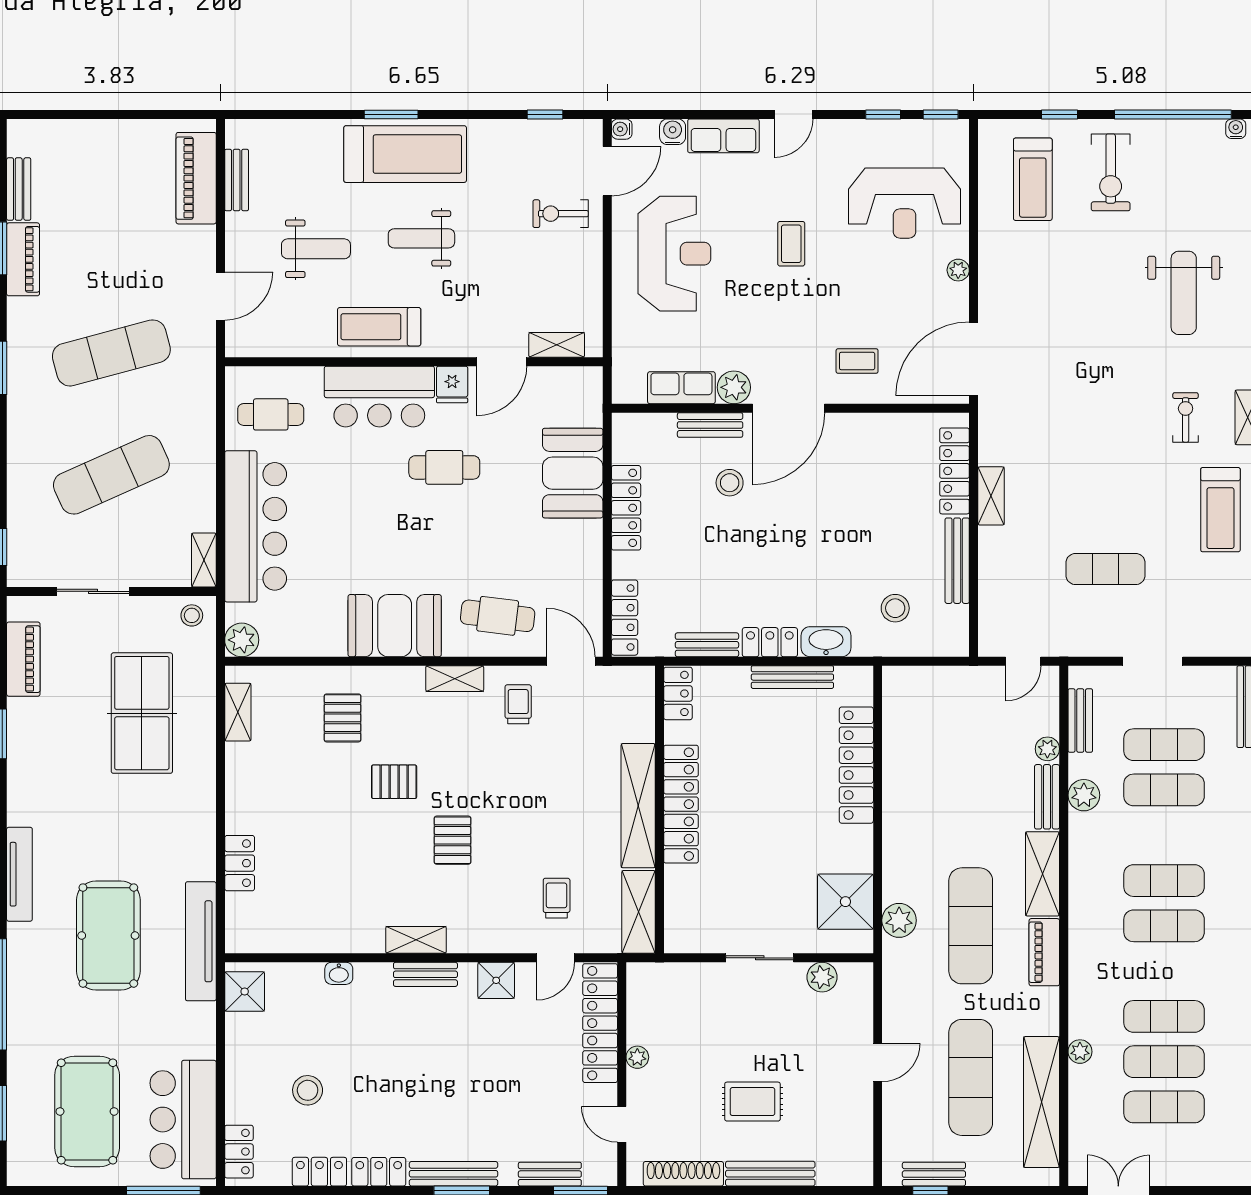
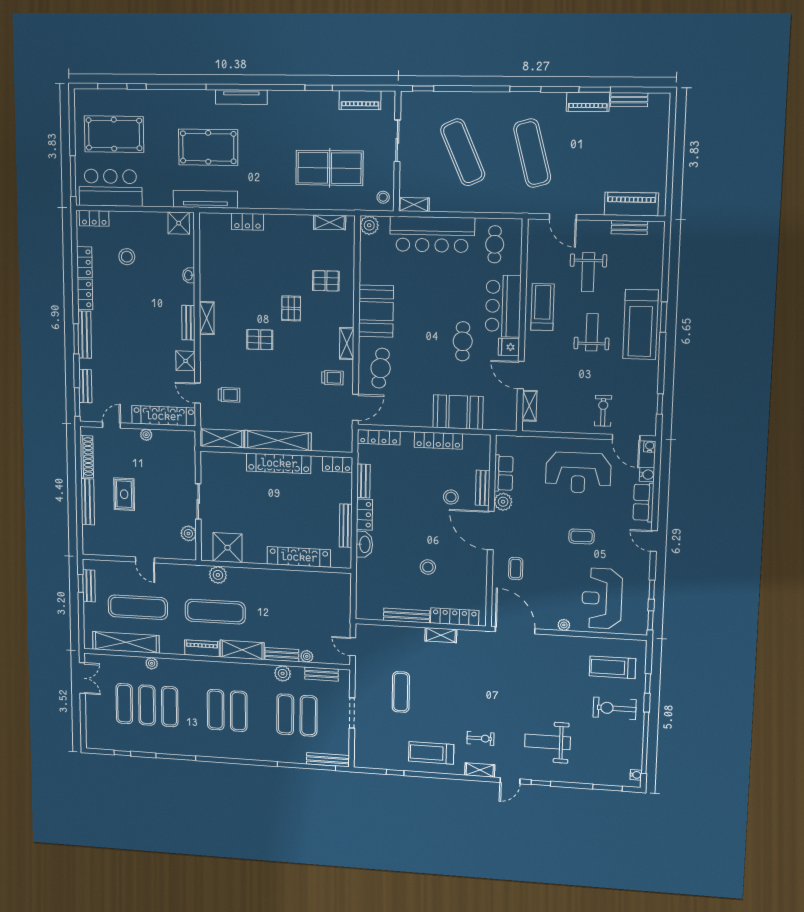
stool: (895, 608) -> (428, 567), moved

